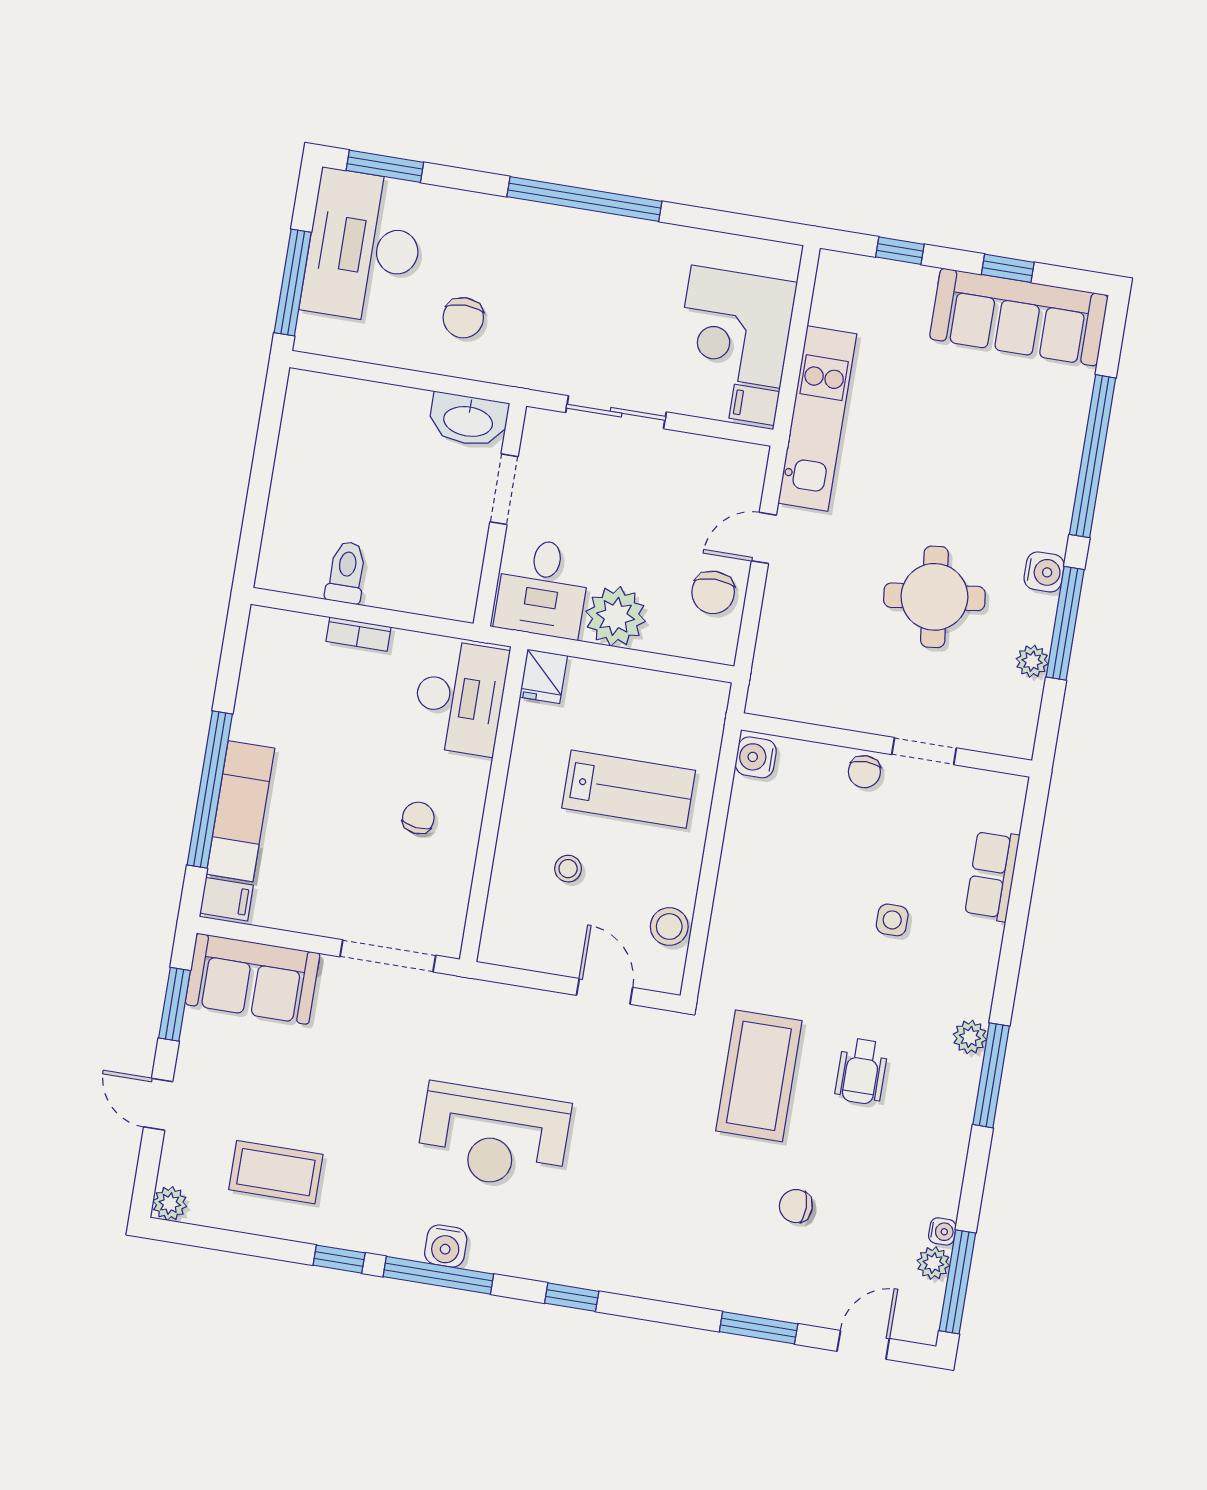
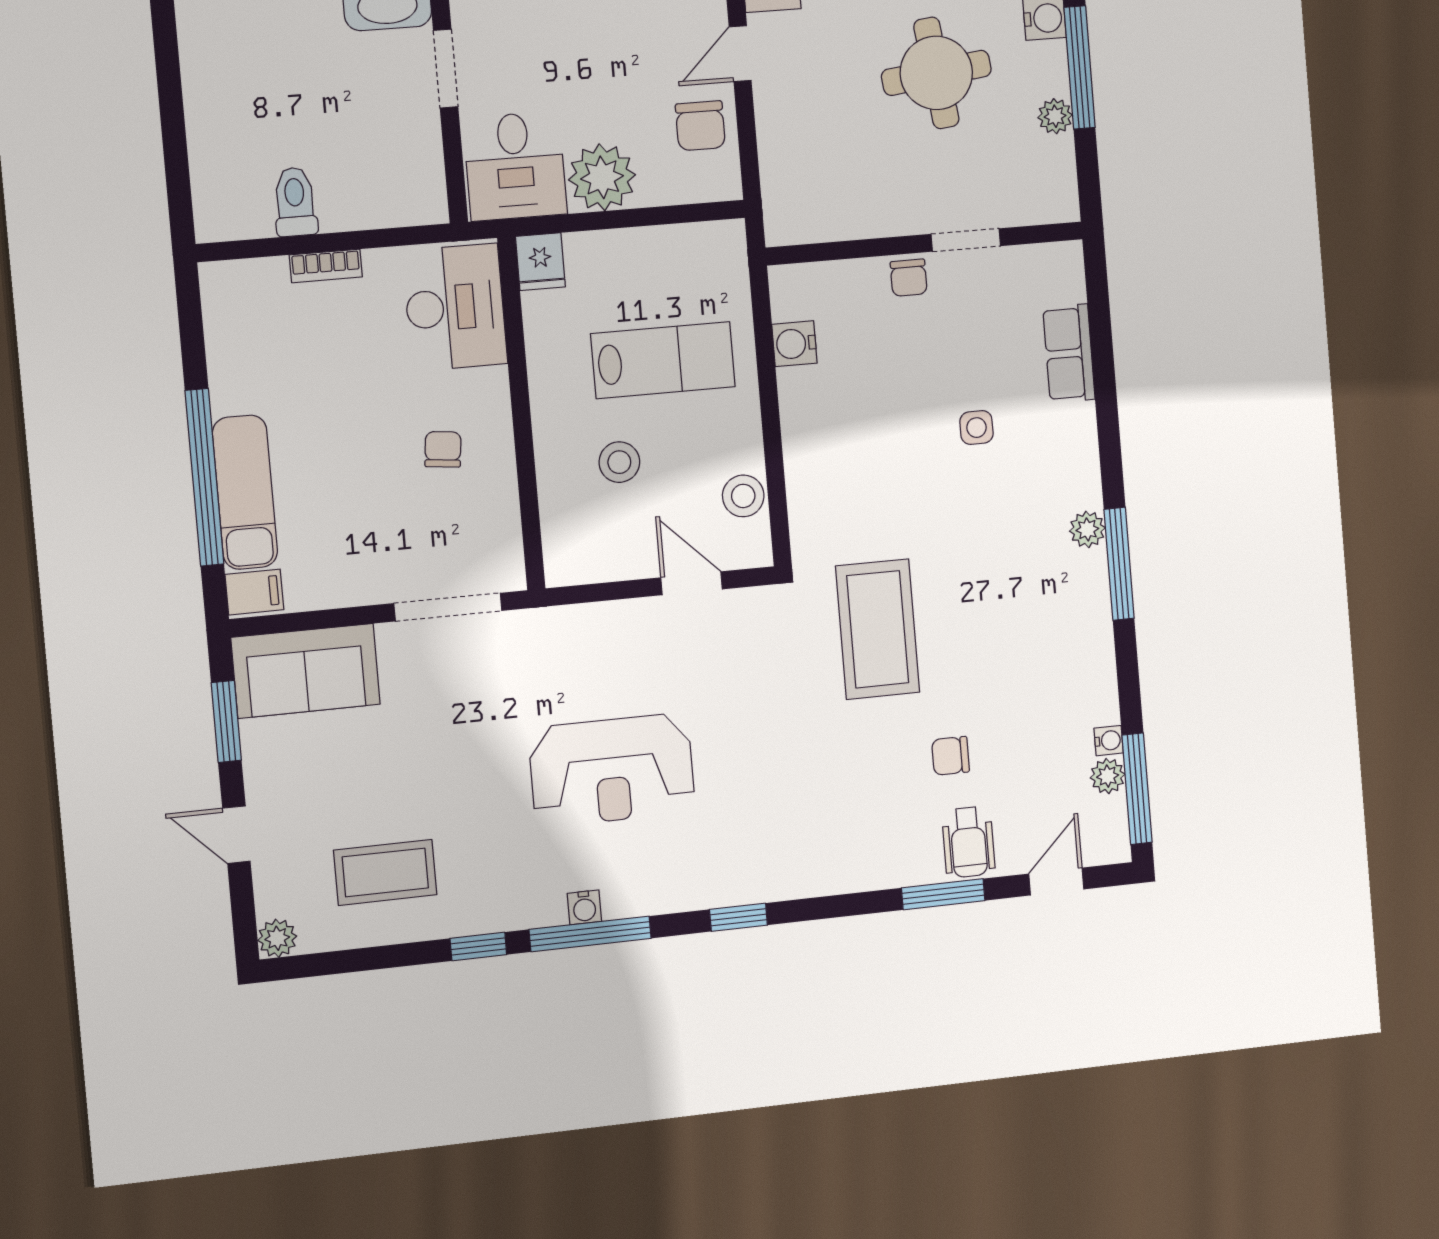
water cooler: (756, 757) -> (794, 344), moved
stool: (568, 869) -> (619, 462), width x1.37, depth x1.37
wheelchair: (861, 1071) -> (968, 842), moved
water cooler: (446, 1246) -> (584, 907), width x0.72, depth x0.72

